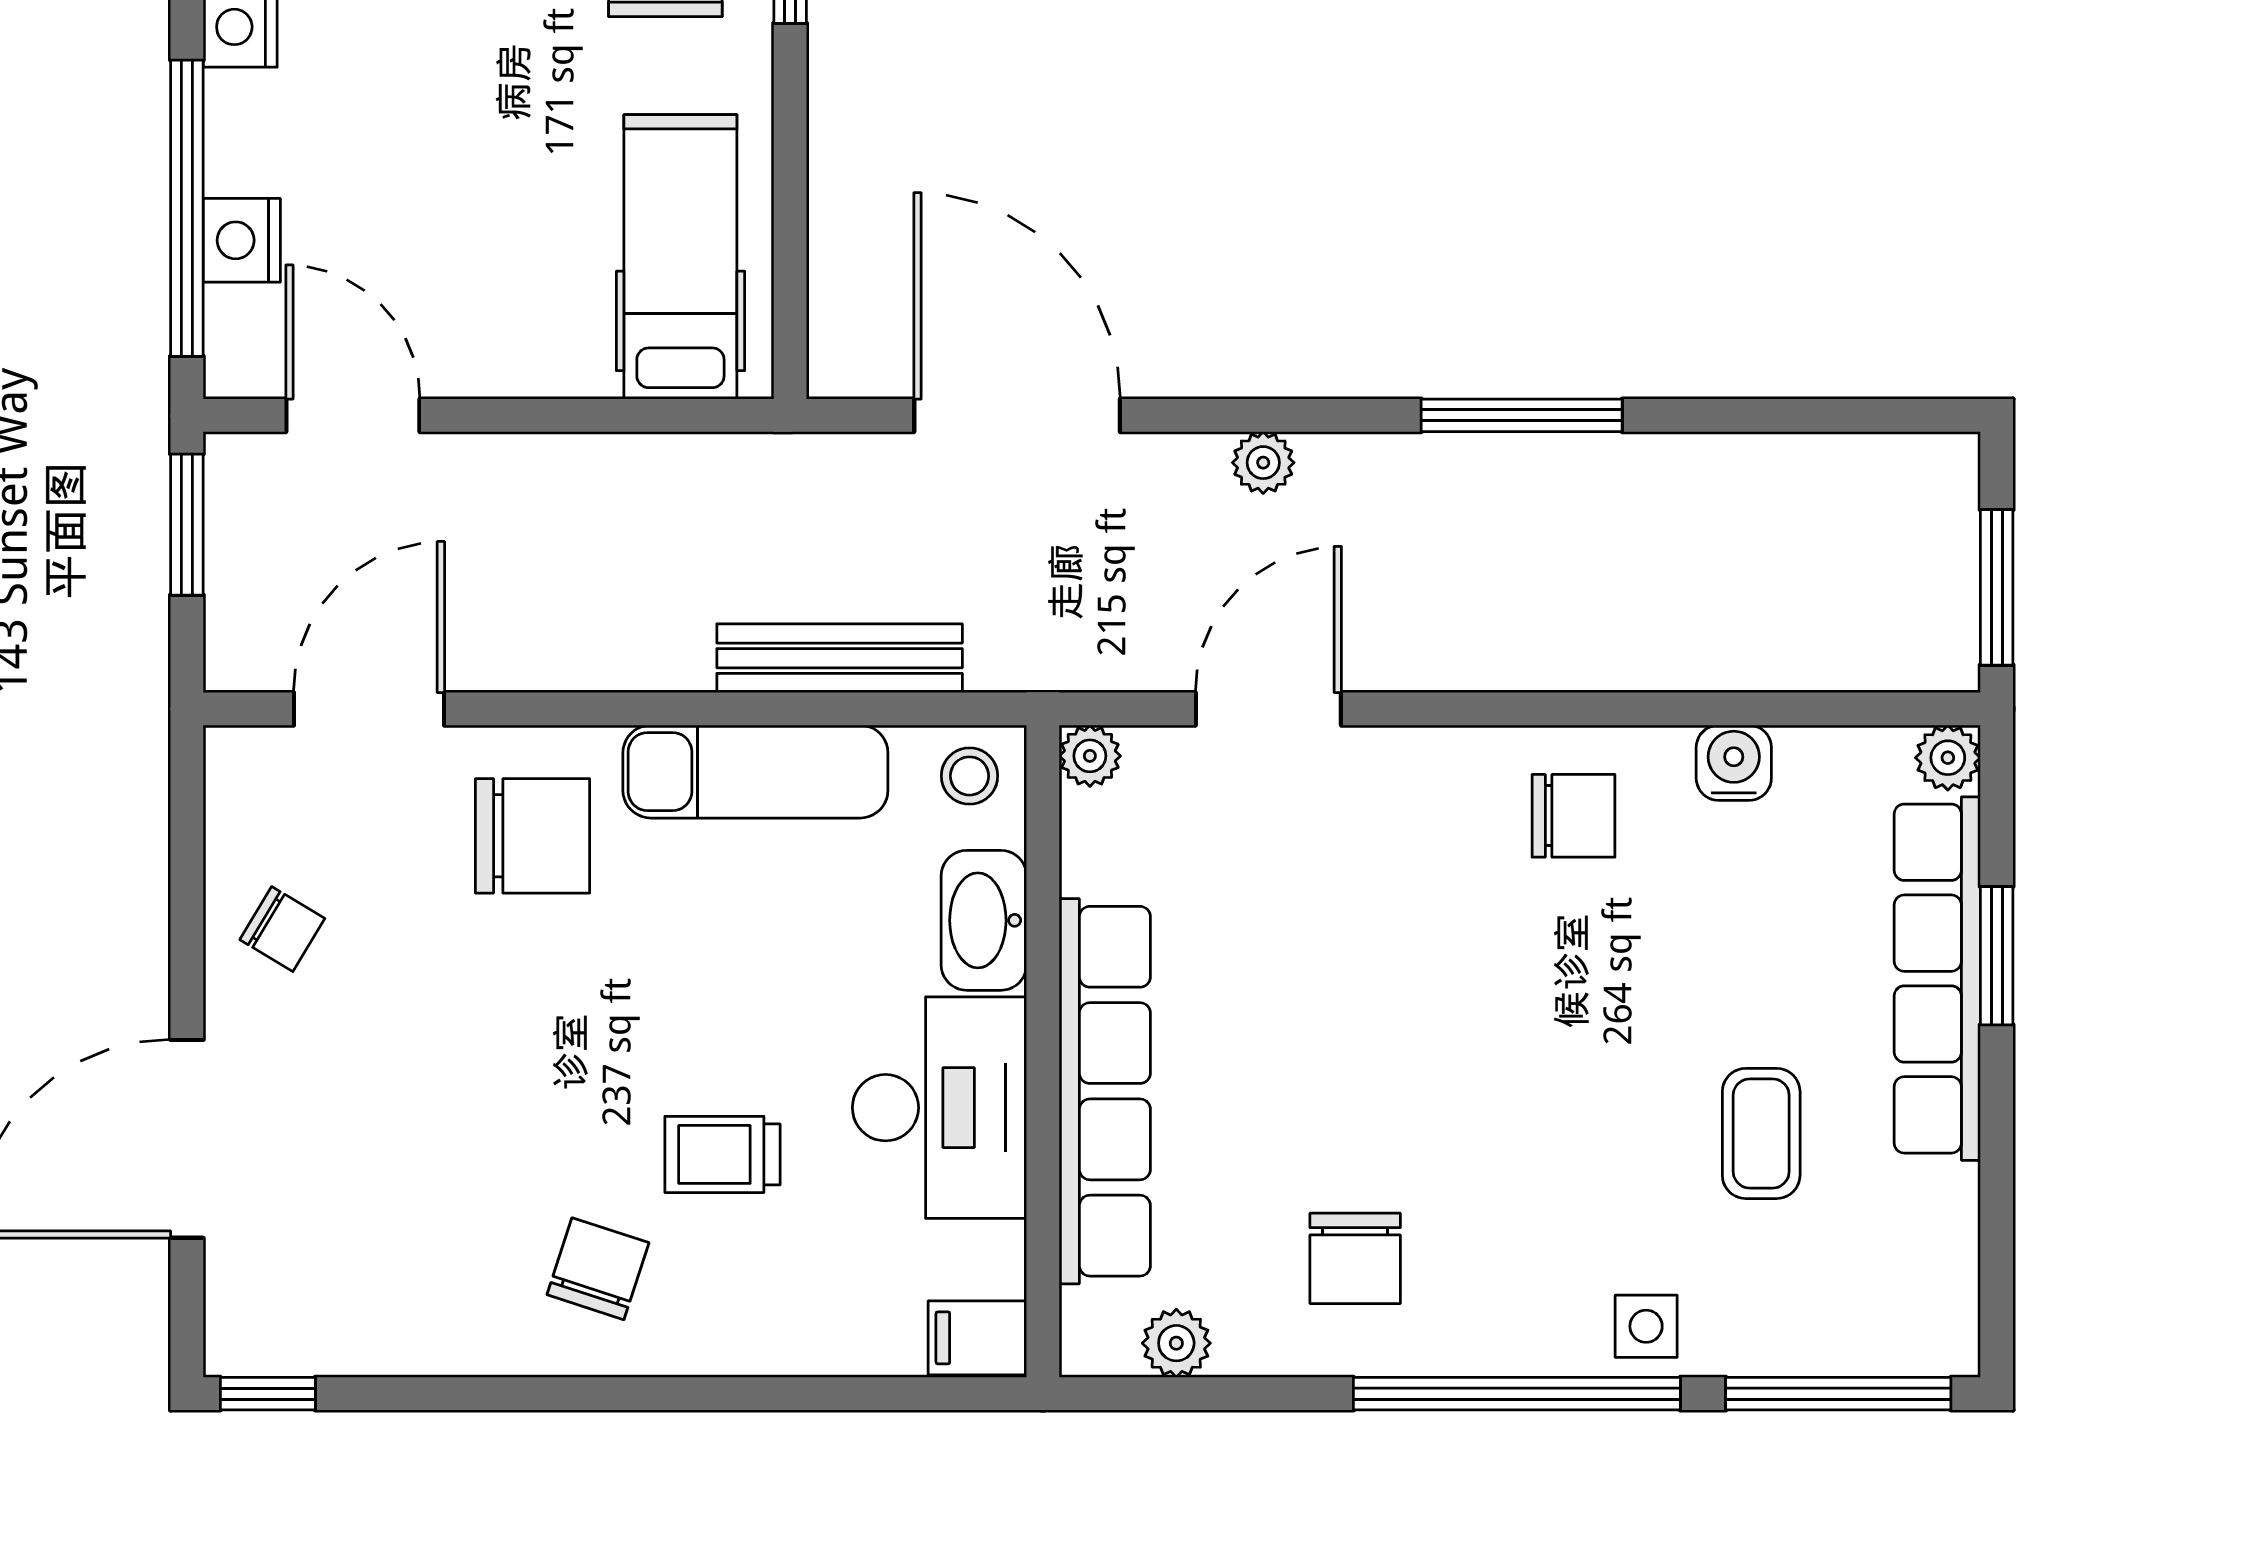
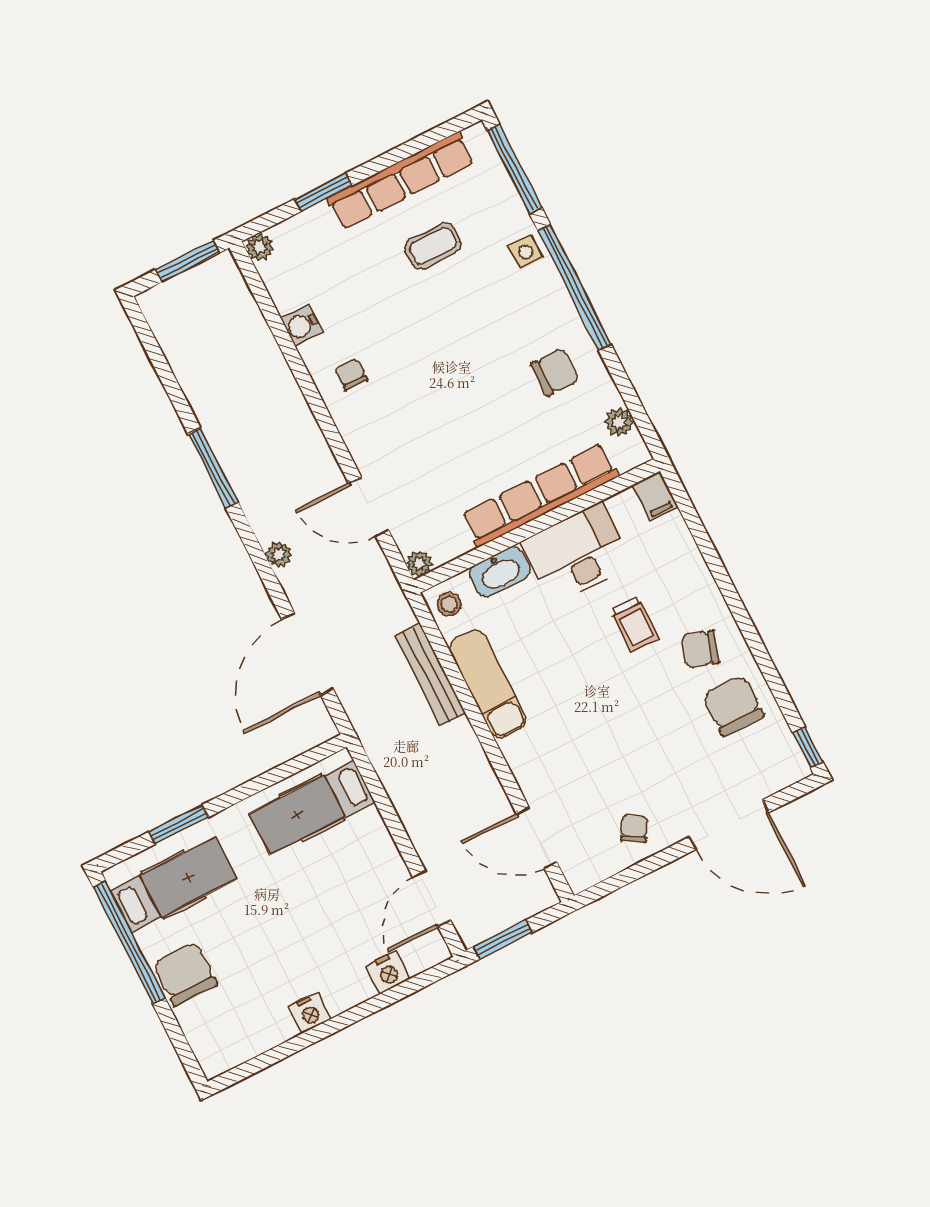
window: (187, 208) -> (386, 999), removed
chair: (1573, 816) -> (351, 374), width x0.73, depth x0.73
chair: (532, 836) -> (733, 706), moved
row of seats: (1937, 979) -> (401, 180), moved

